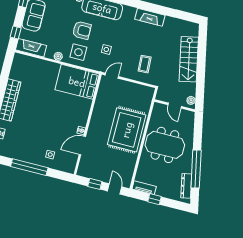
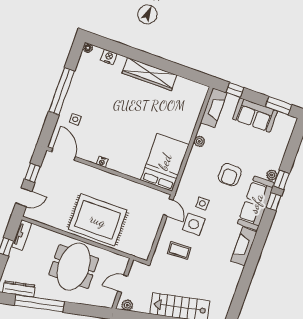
fireplace: (150, 17) -> (244, 246), moved
side table: (78, 52) -> (194, 224), moved
door: (82, 145) -> (63, 154), moved

